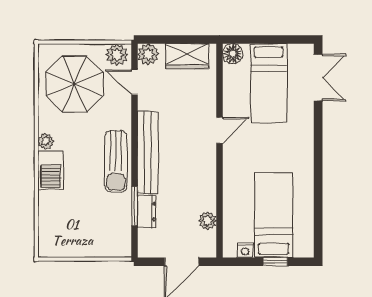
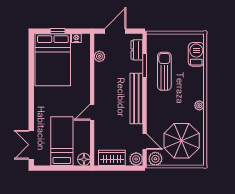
sun lounger: (116, 161) -> (164, 71), moved
barbecue: (51, 170) -> (196, 54), moved
dresser: (147, 212) -> (137, 50), moved
bed: (274, 215) -> (53, 60), width x1.50

